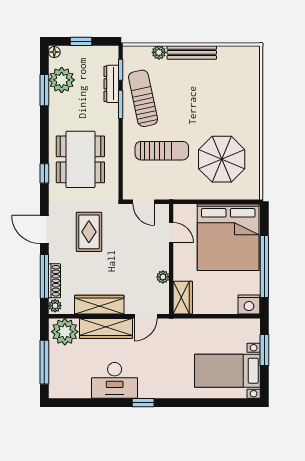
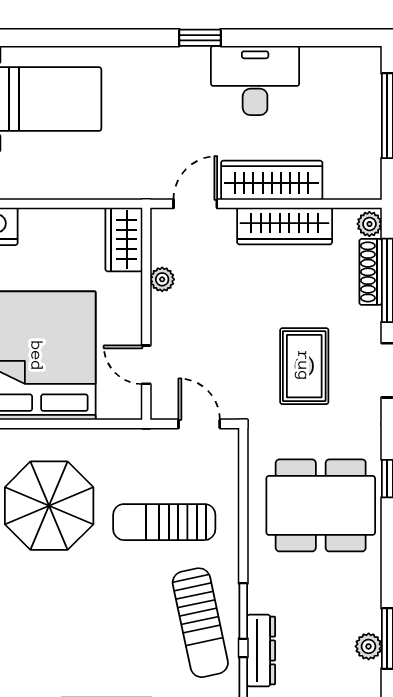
plant: (62, 80) -> (369, 646), width x0.53, depth x0.53
dining table: (80, 159) -> (321, 505), turned 90
plant: (65, 332) -> (351, 174), removed

